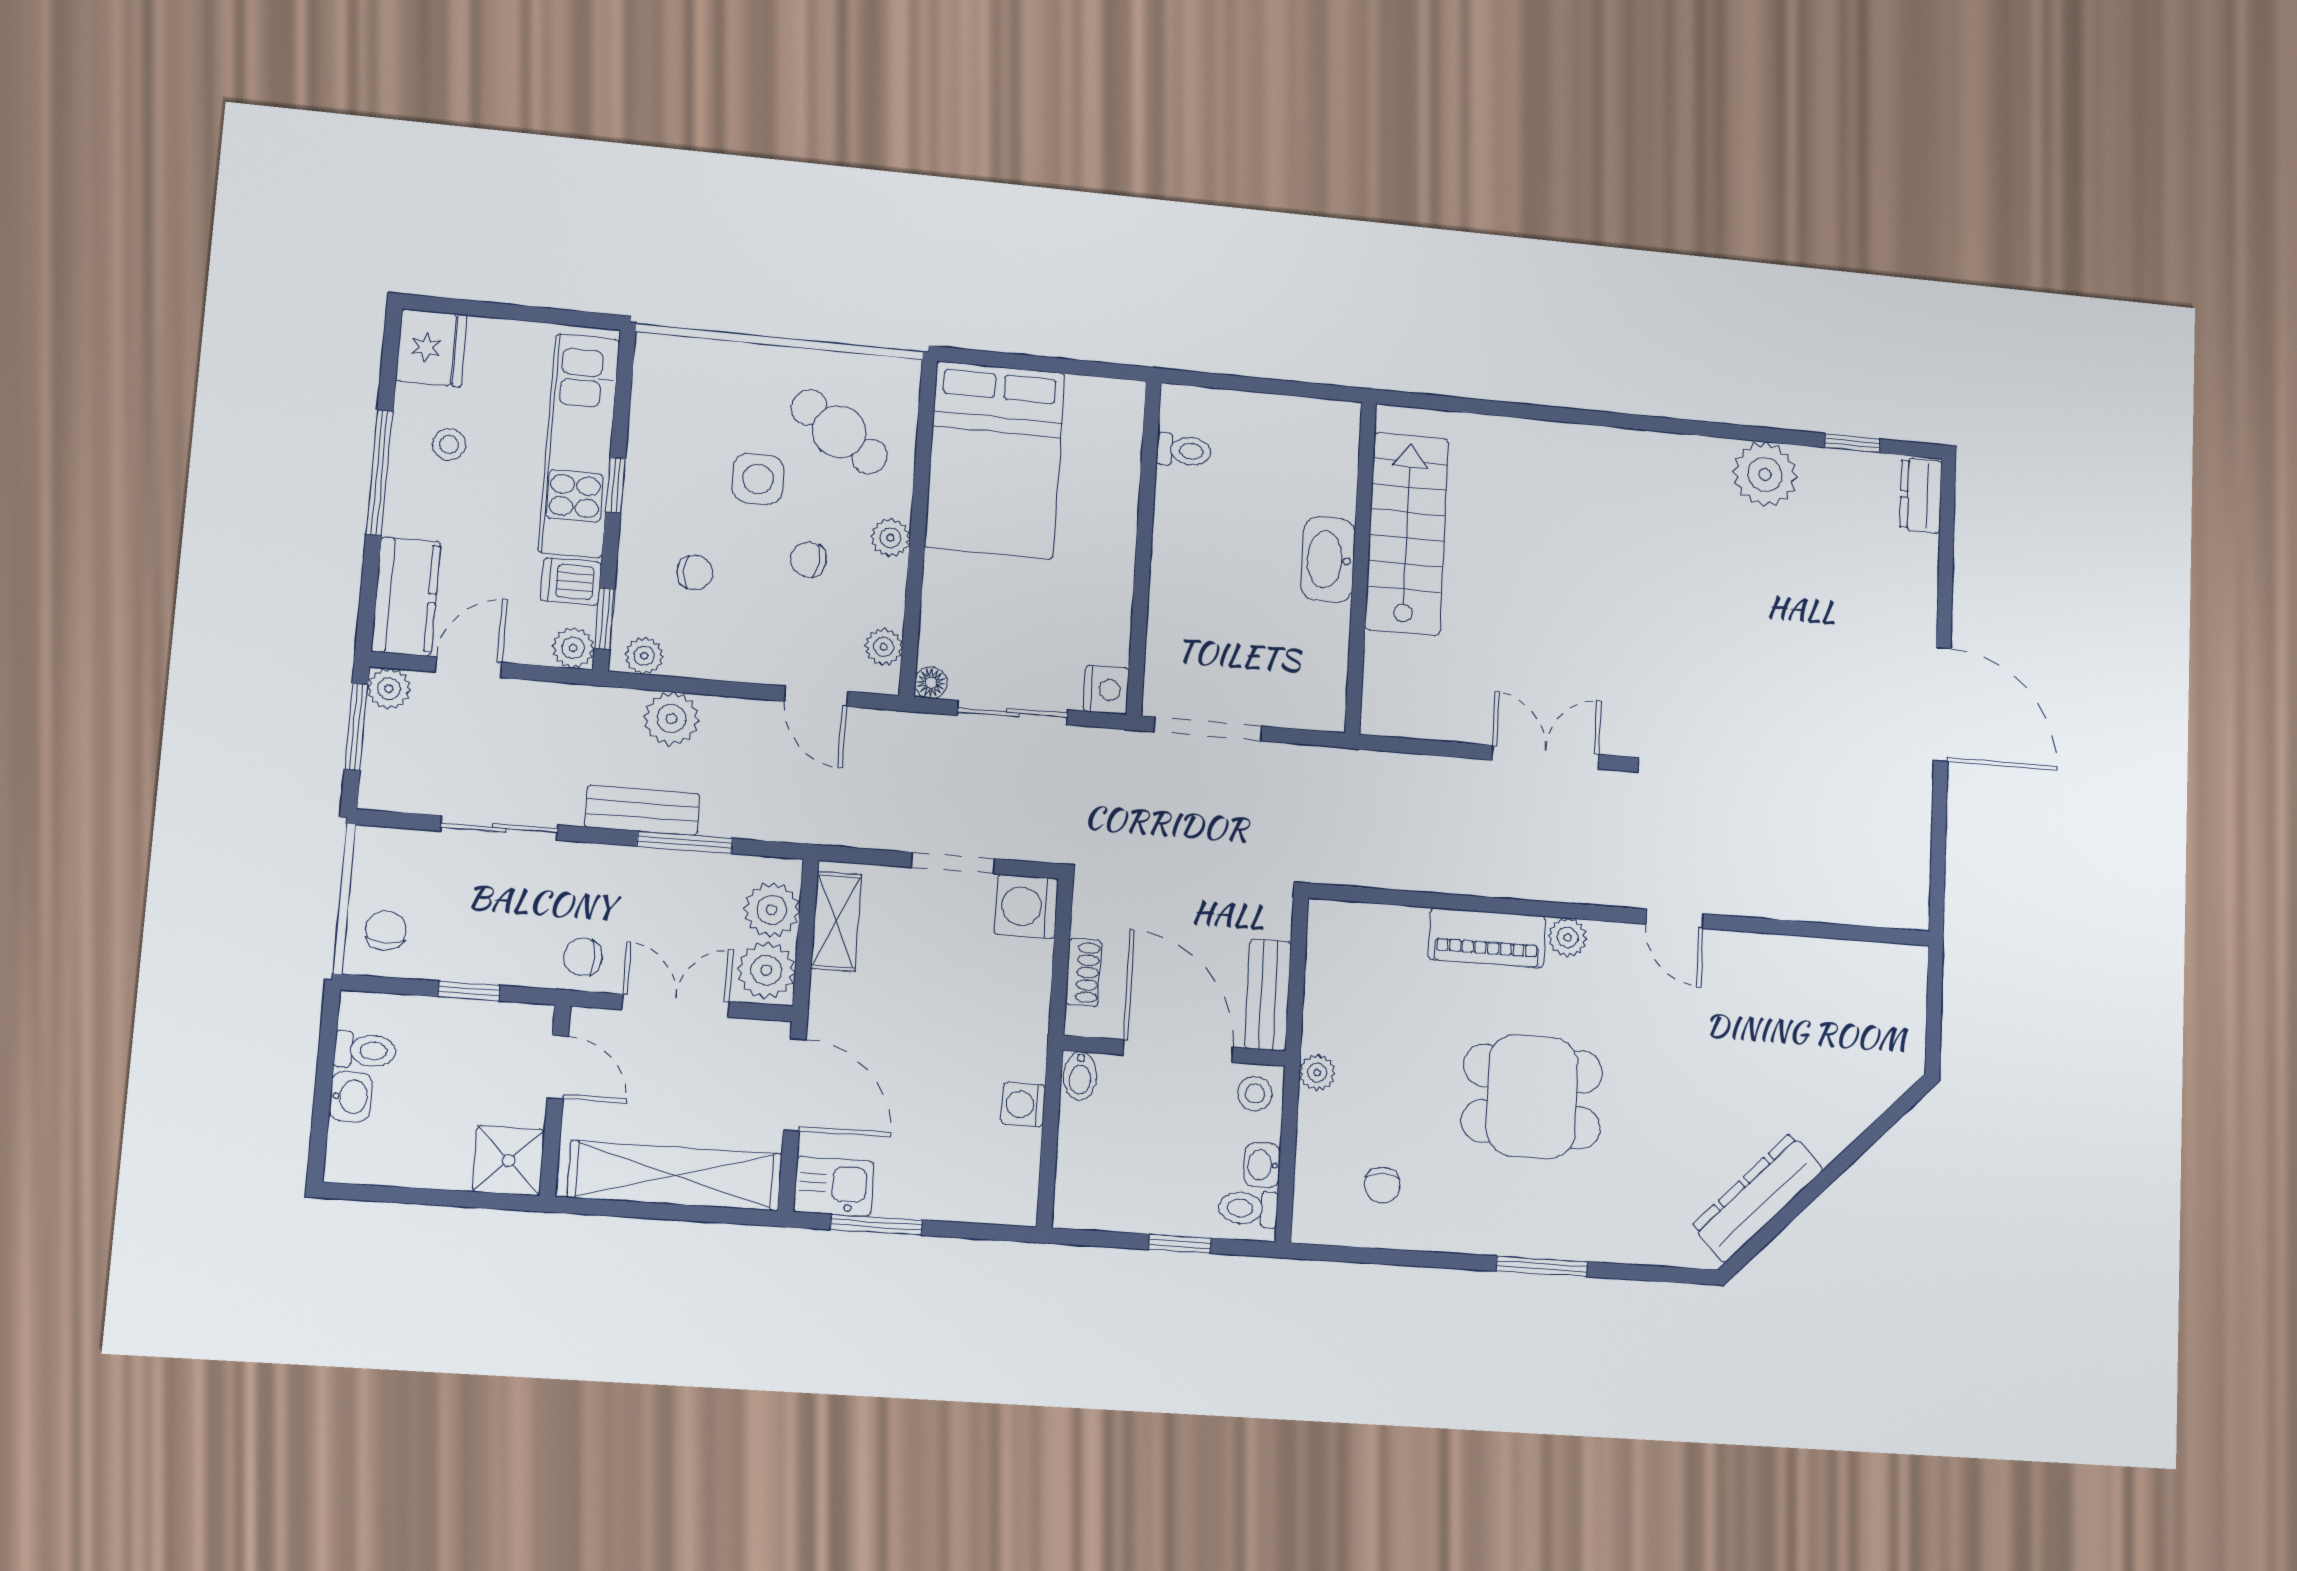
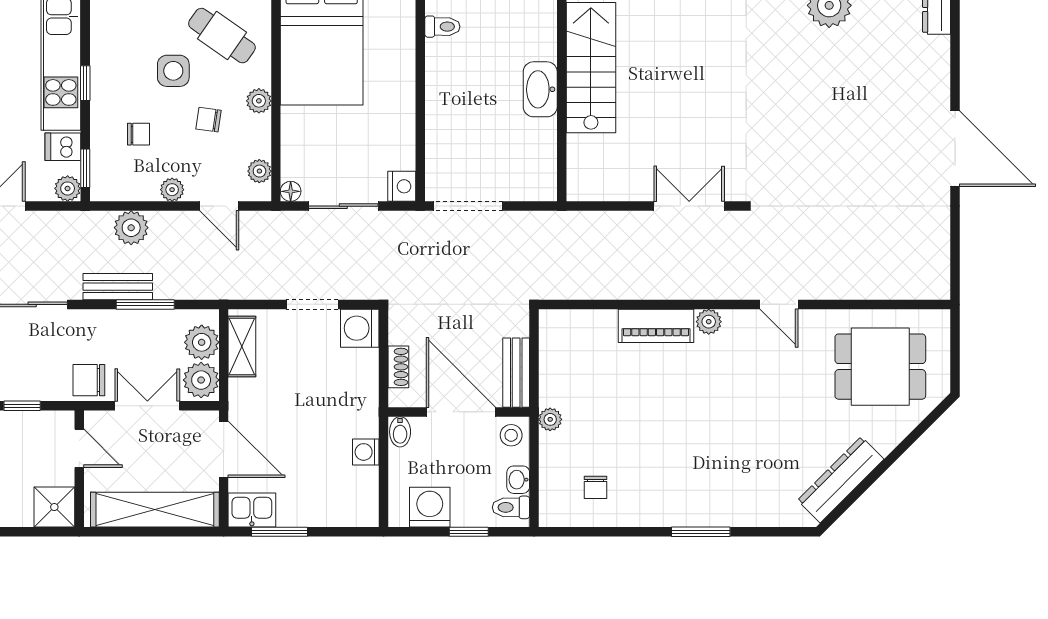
plant: (644, 656) -> (172, 190), moved
chair: (583, 957) -> (89, 380), width x1.37, depth x1.37
dining table: (1532, 1097) -> (880, 367), moved
washing machine: (1120, 1200) -> (430, 507), added

